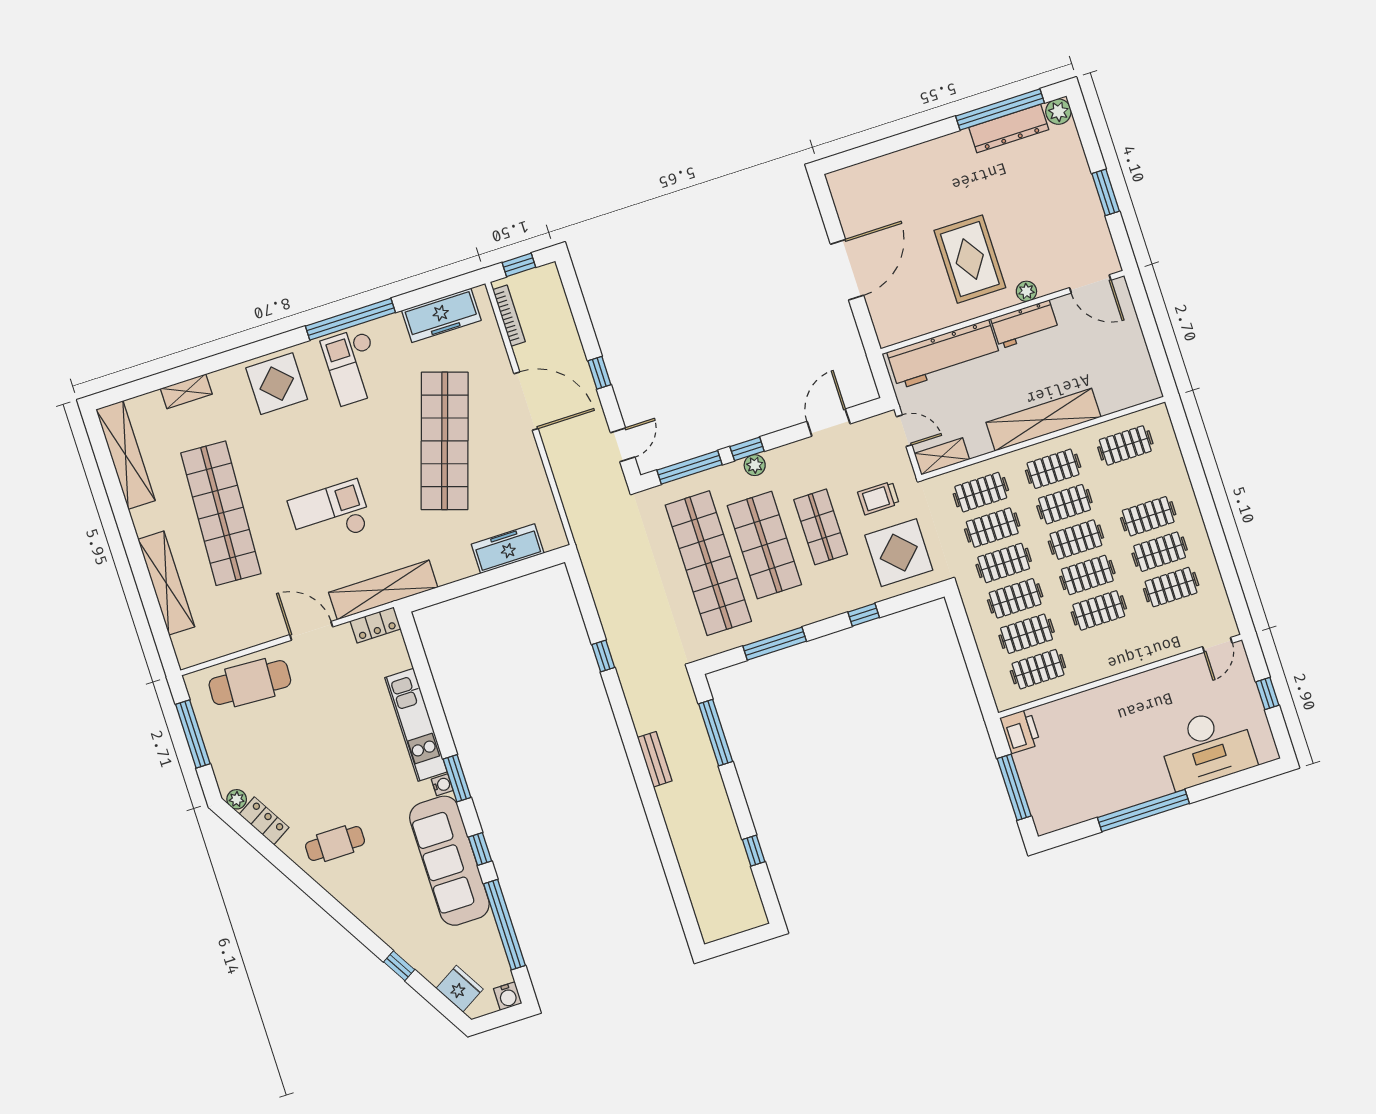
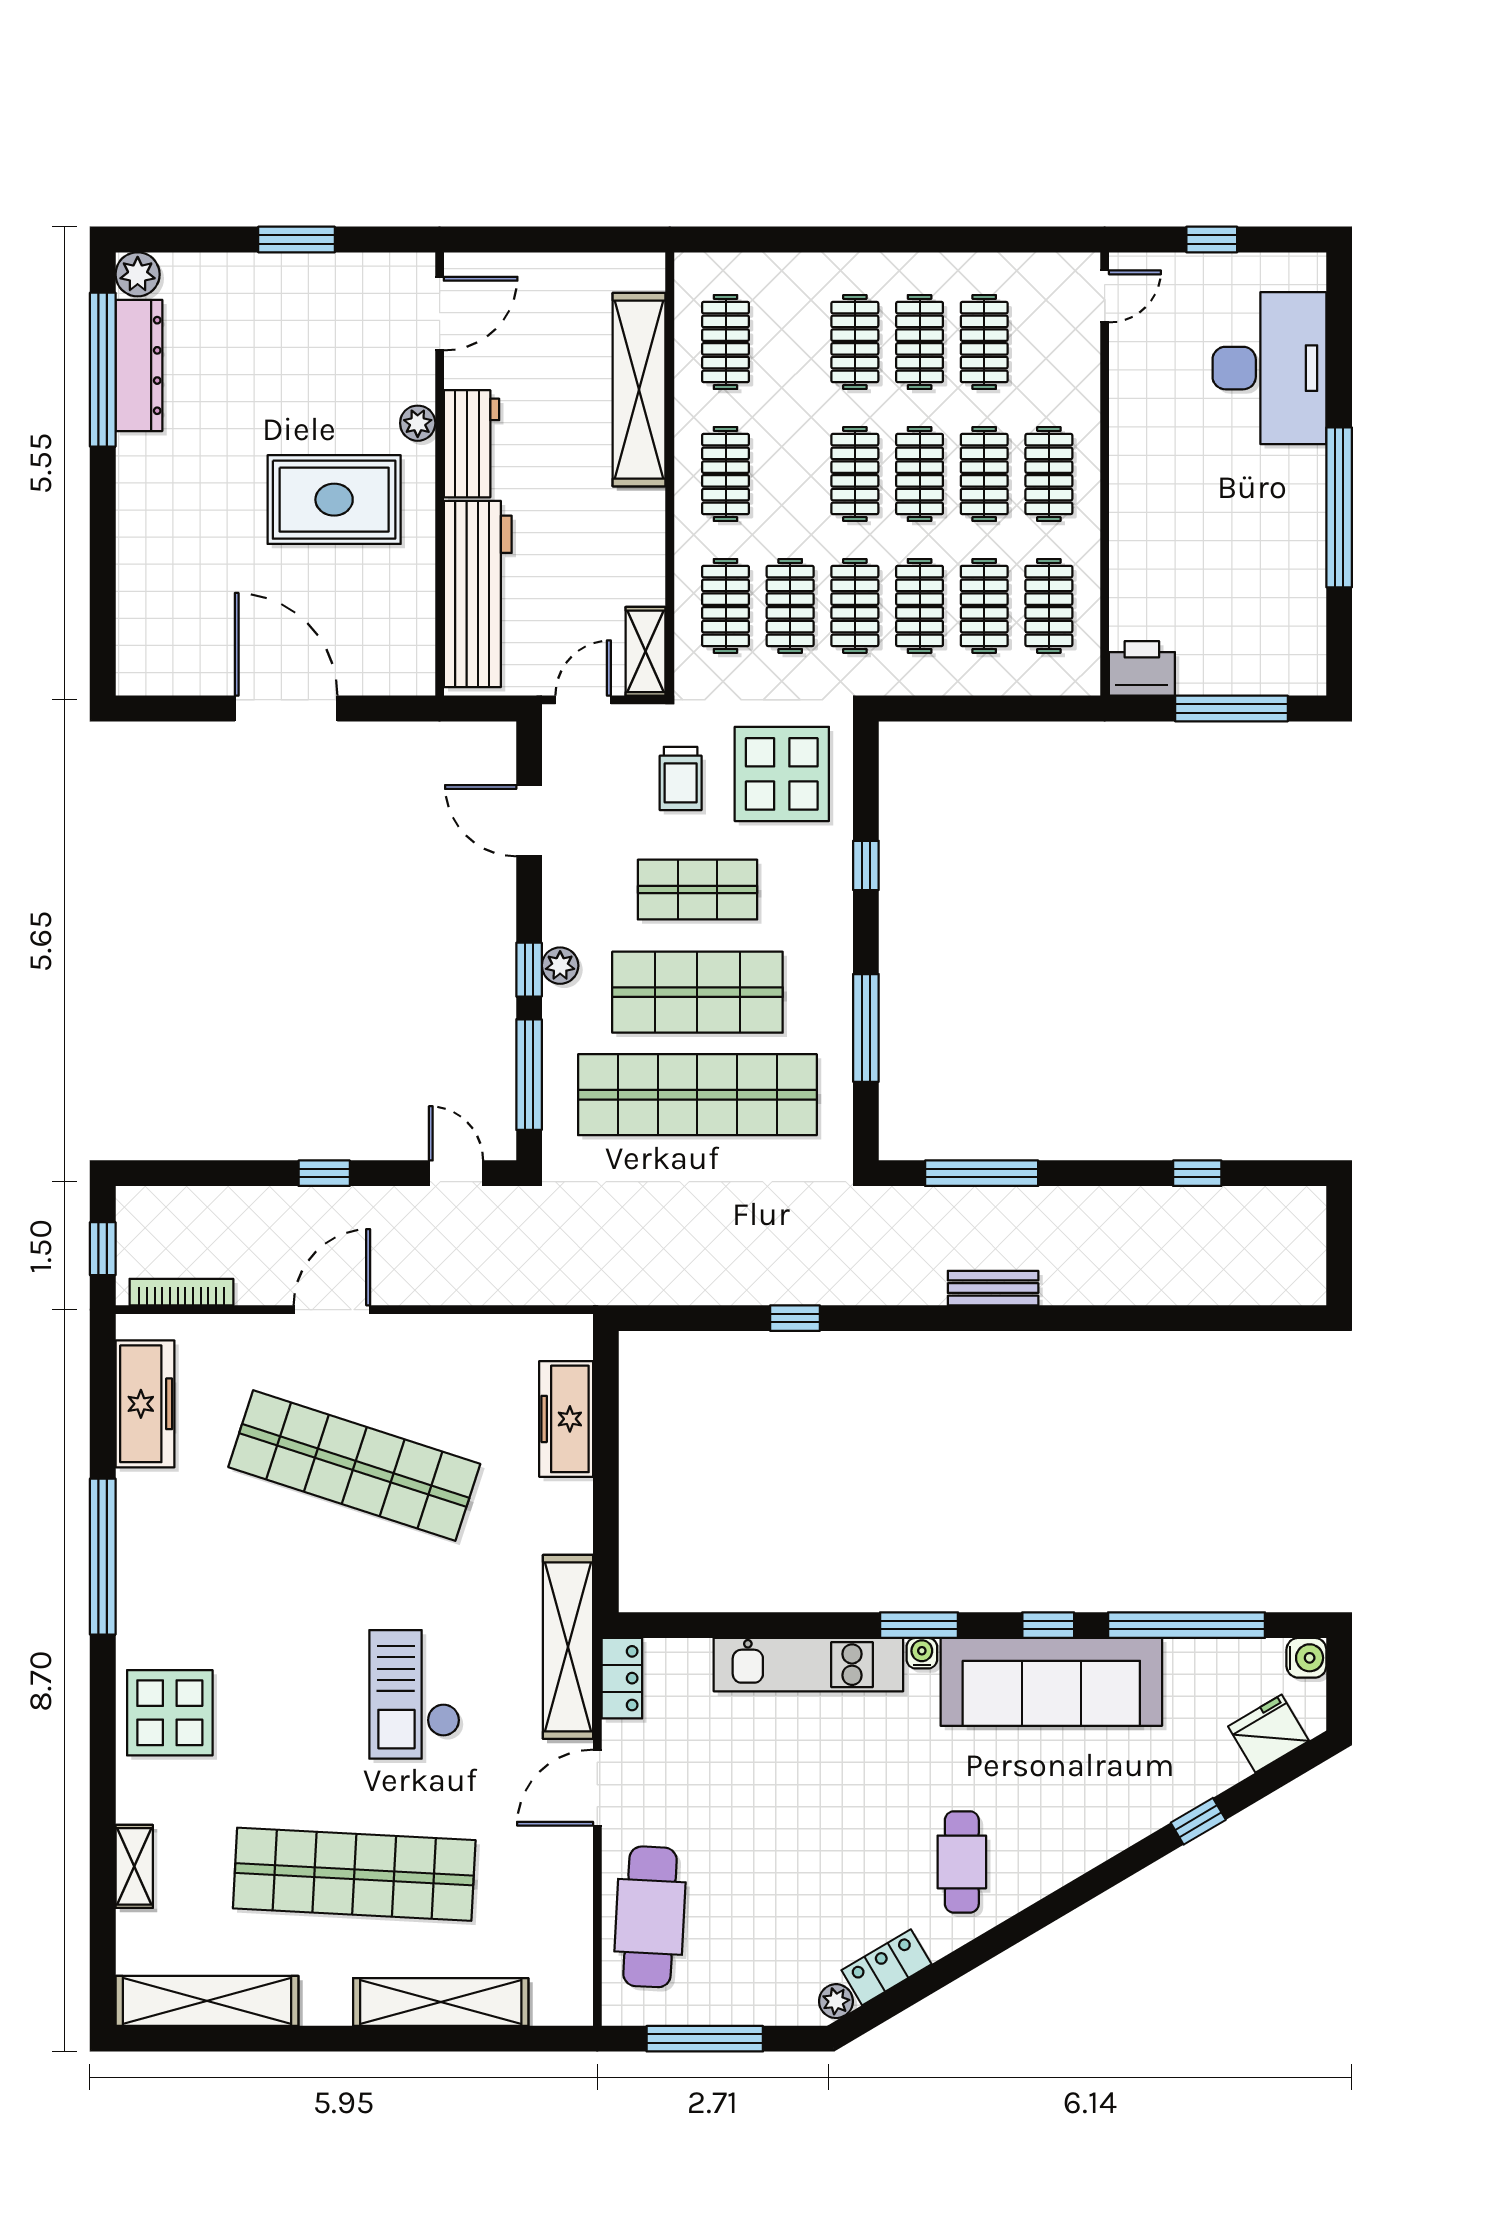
checkout: (353, 366) -> (182, 1577), removed
door: (526, 401) -> (332, 1310), width x0.73
shelving: (1043, 420) -> (639, 390), moved
clothes rail: (1064, 504) -> (1049, 474), moved
door: (1217, 645) -> (1105, 296), hinge flipped

